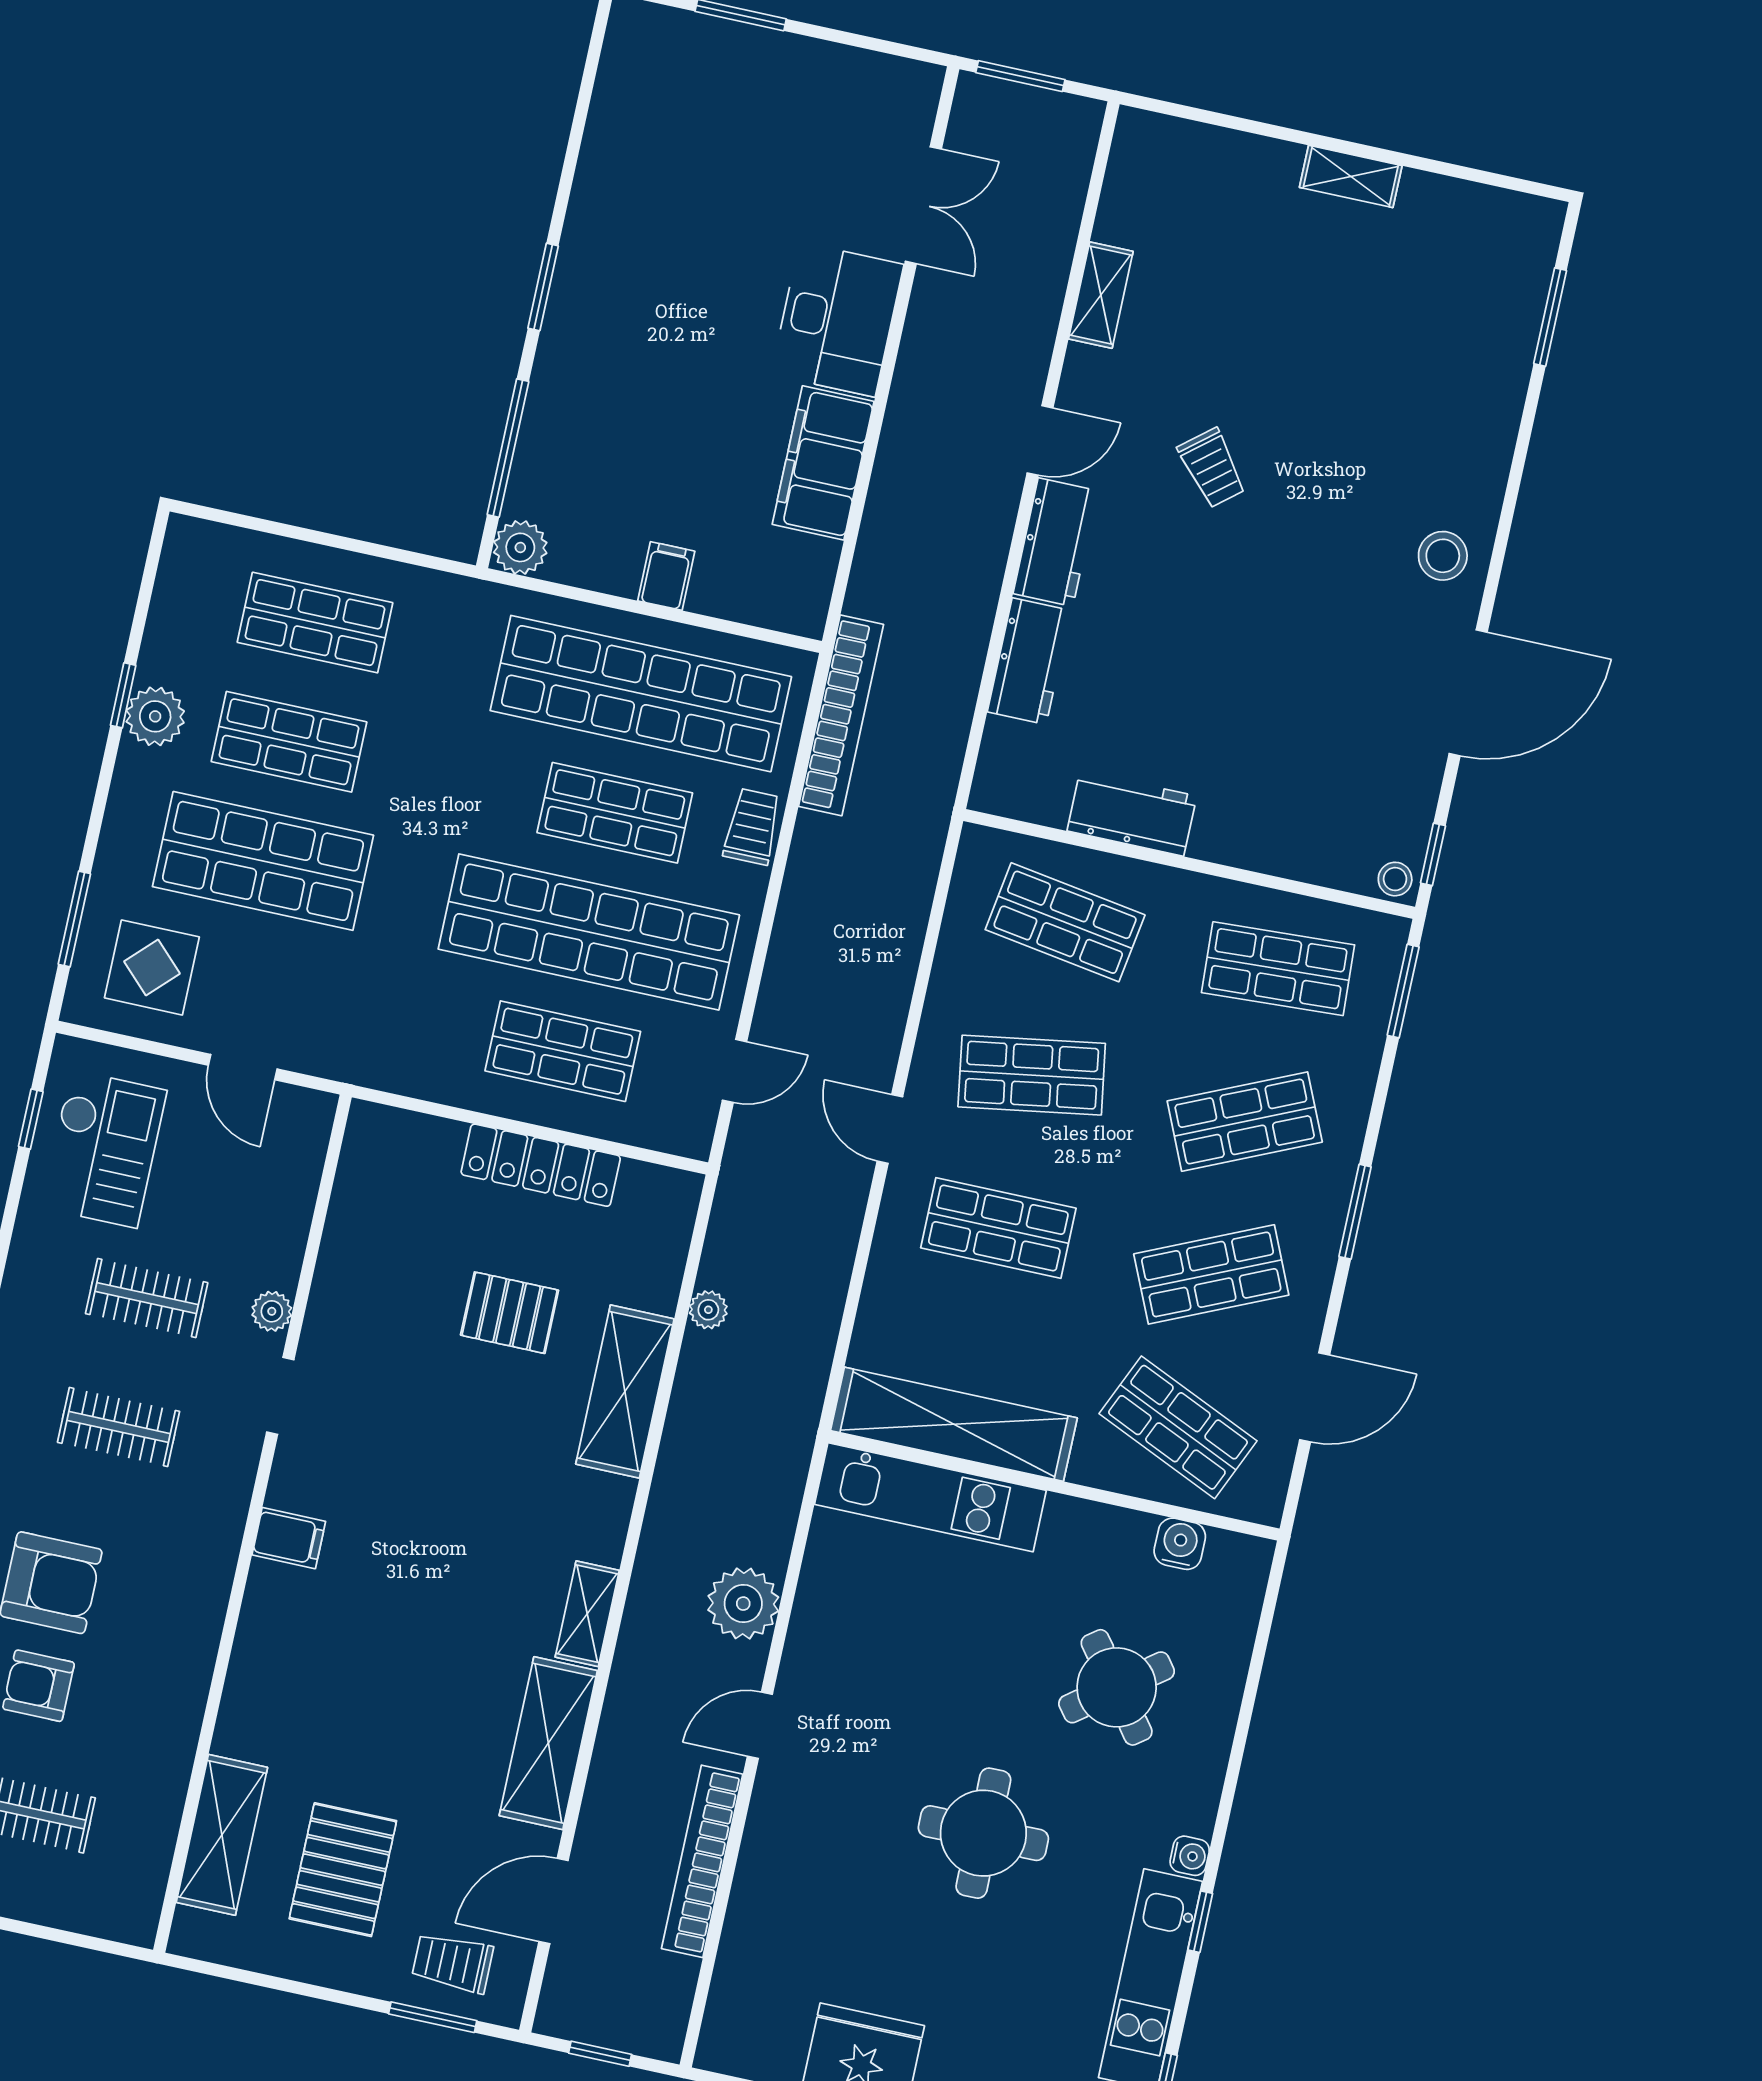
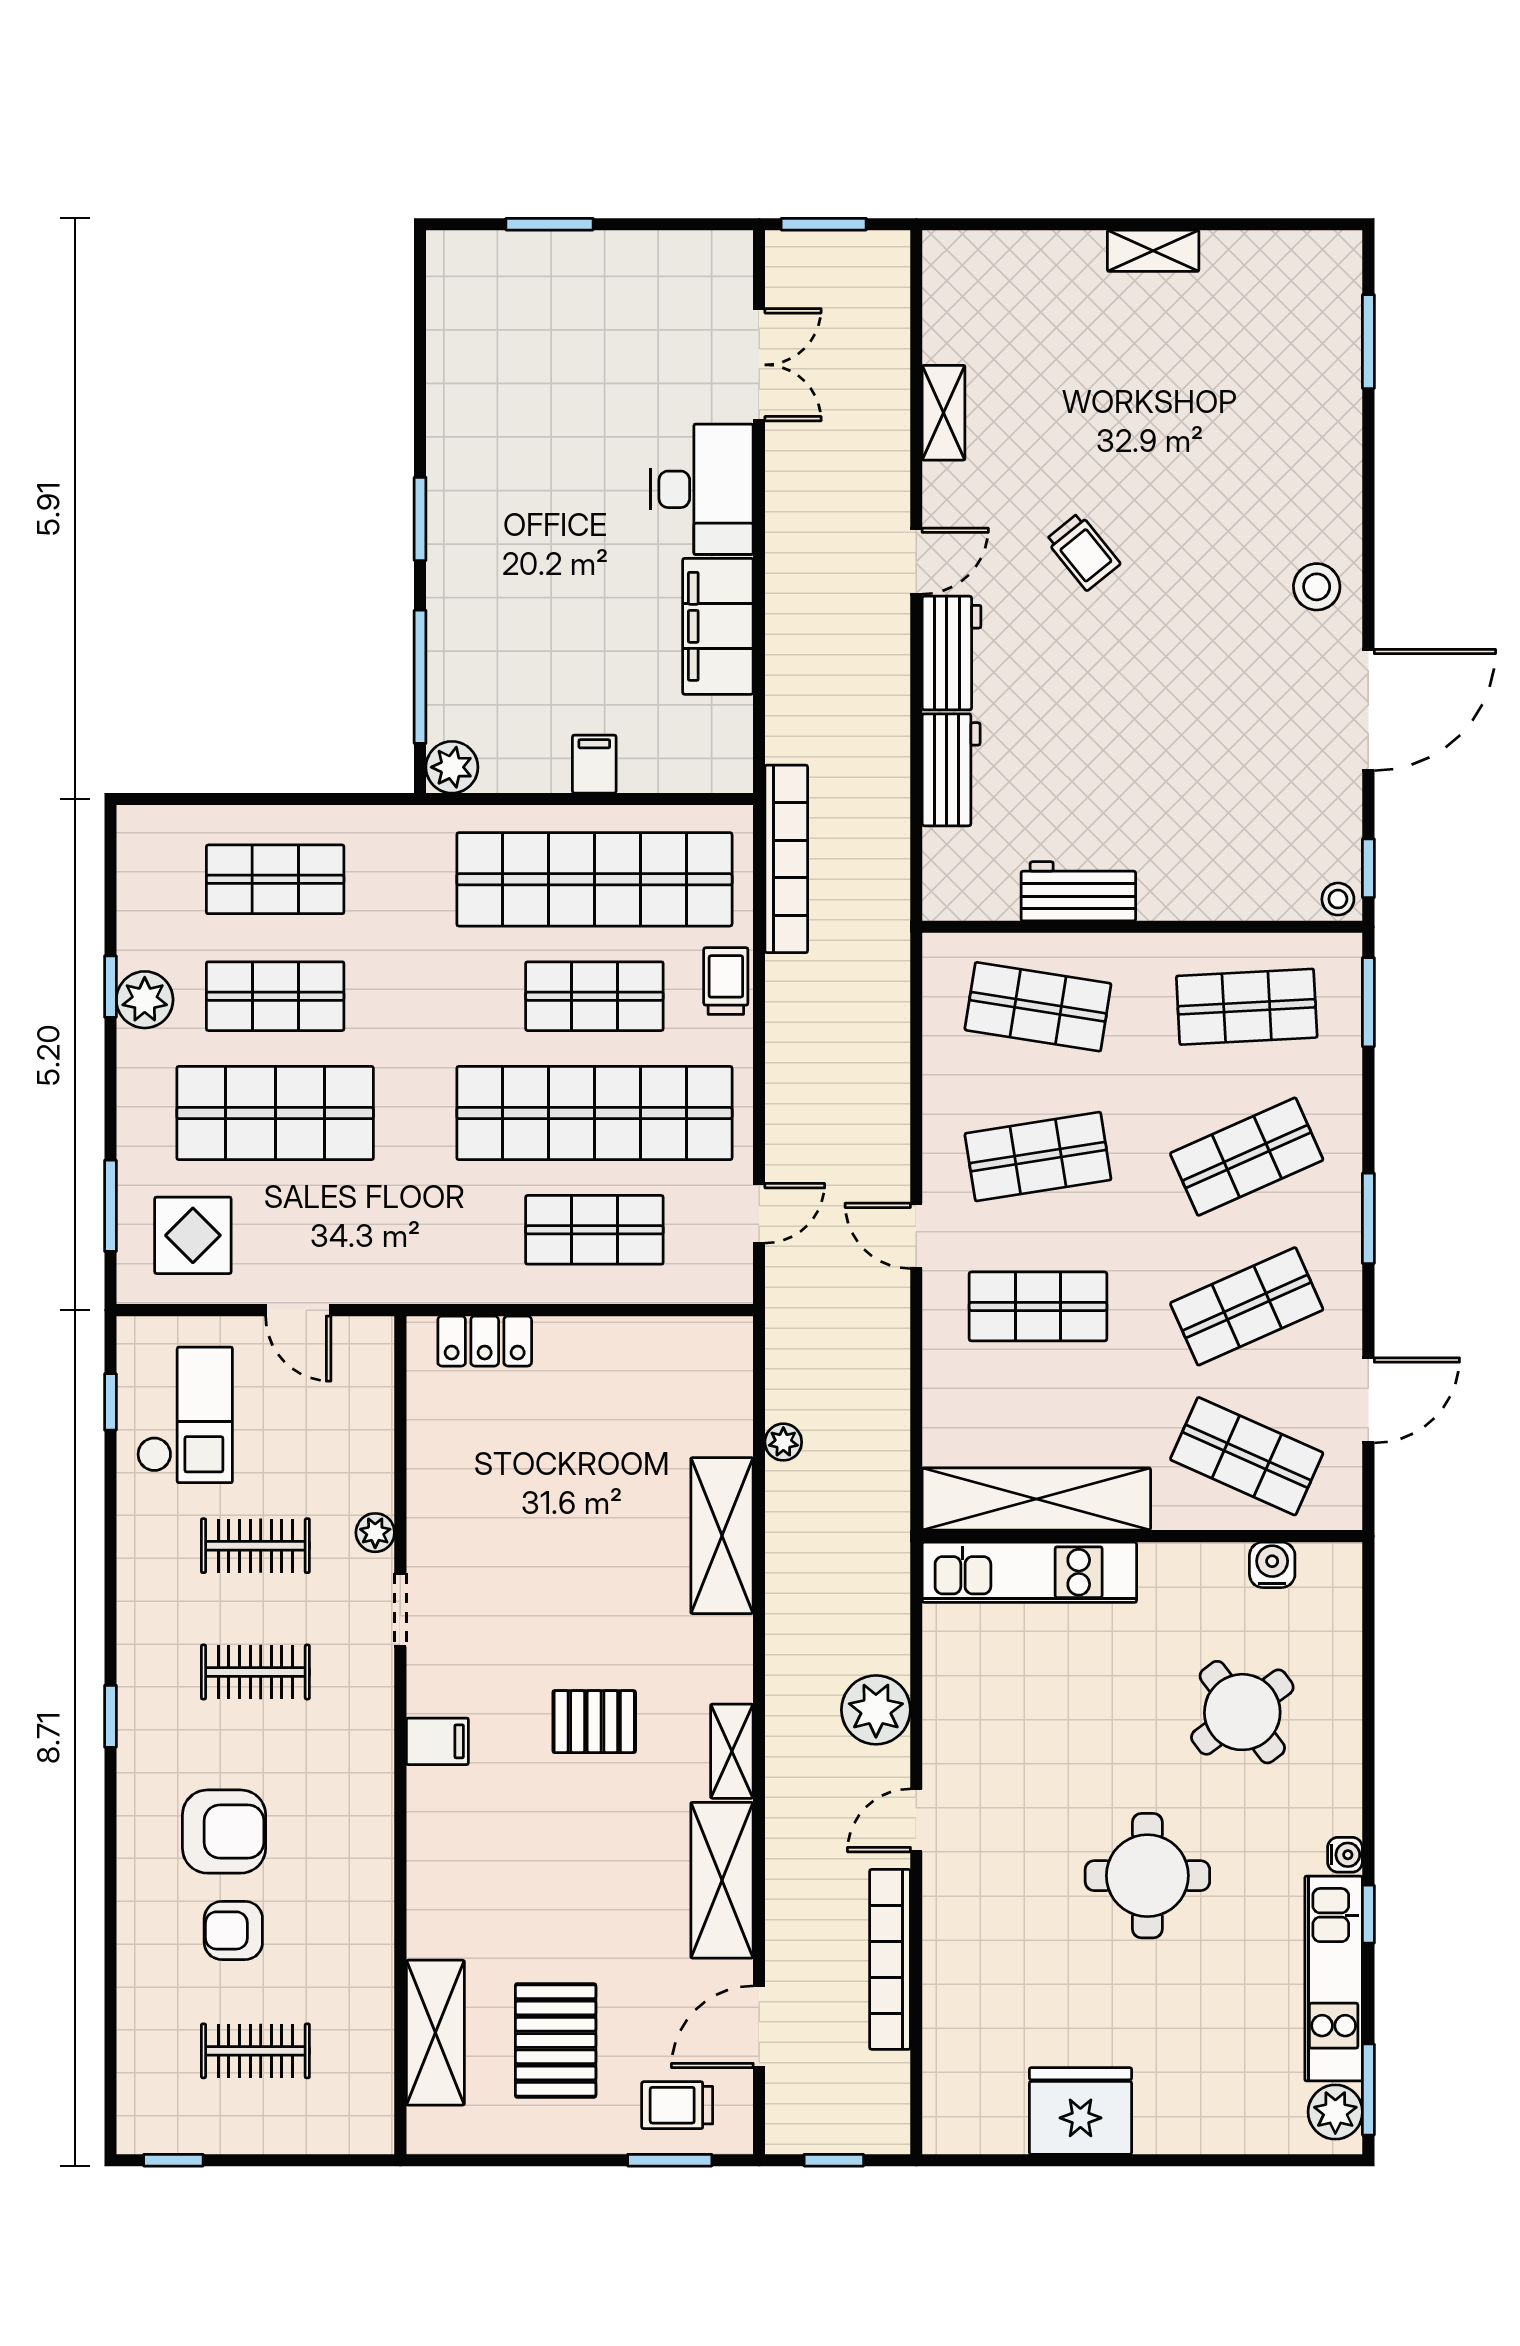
locker: (541, 1165) -> (485, 1341), moved, width x0.66
pallet: (510, 1313) -> (594, 1722), moved

